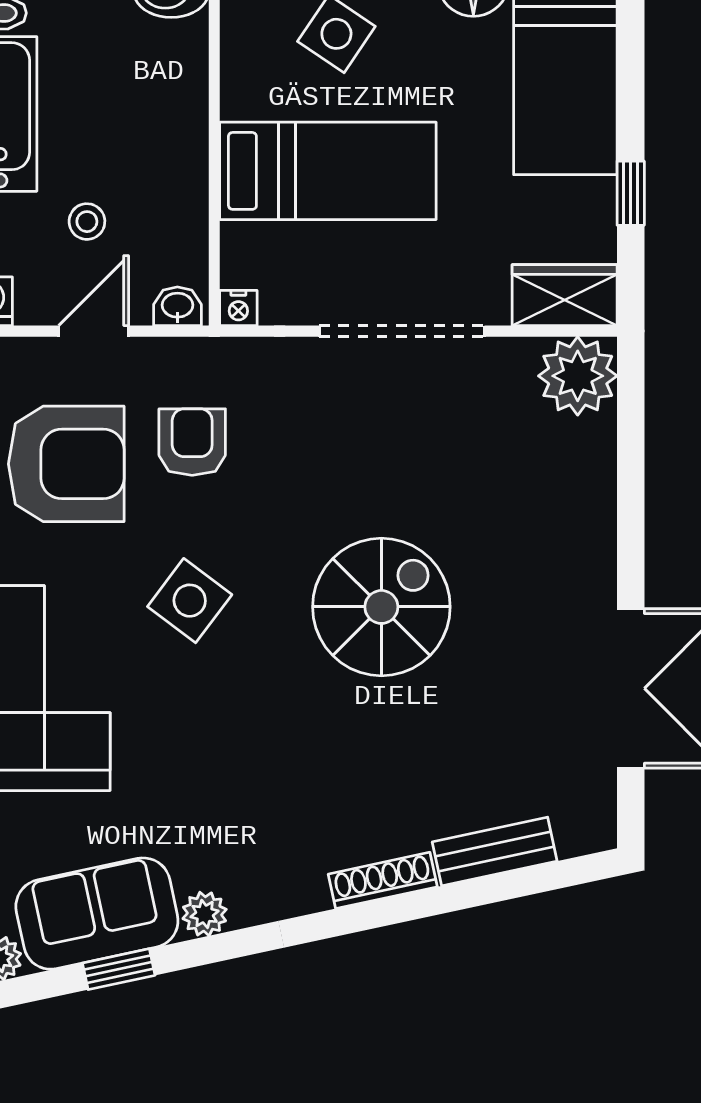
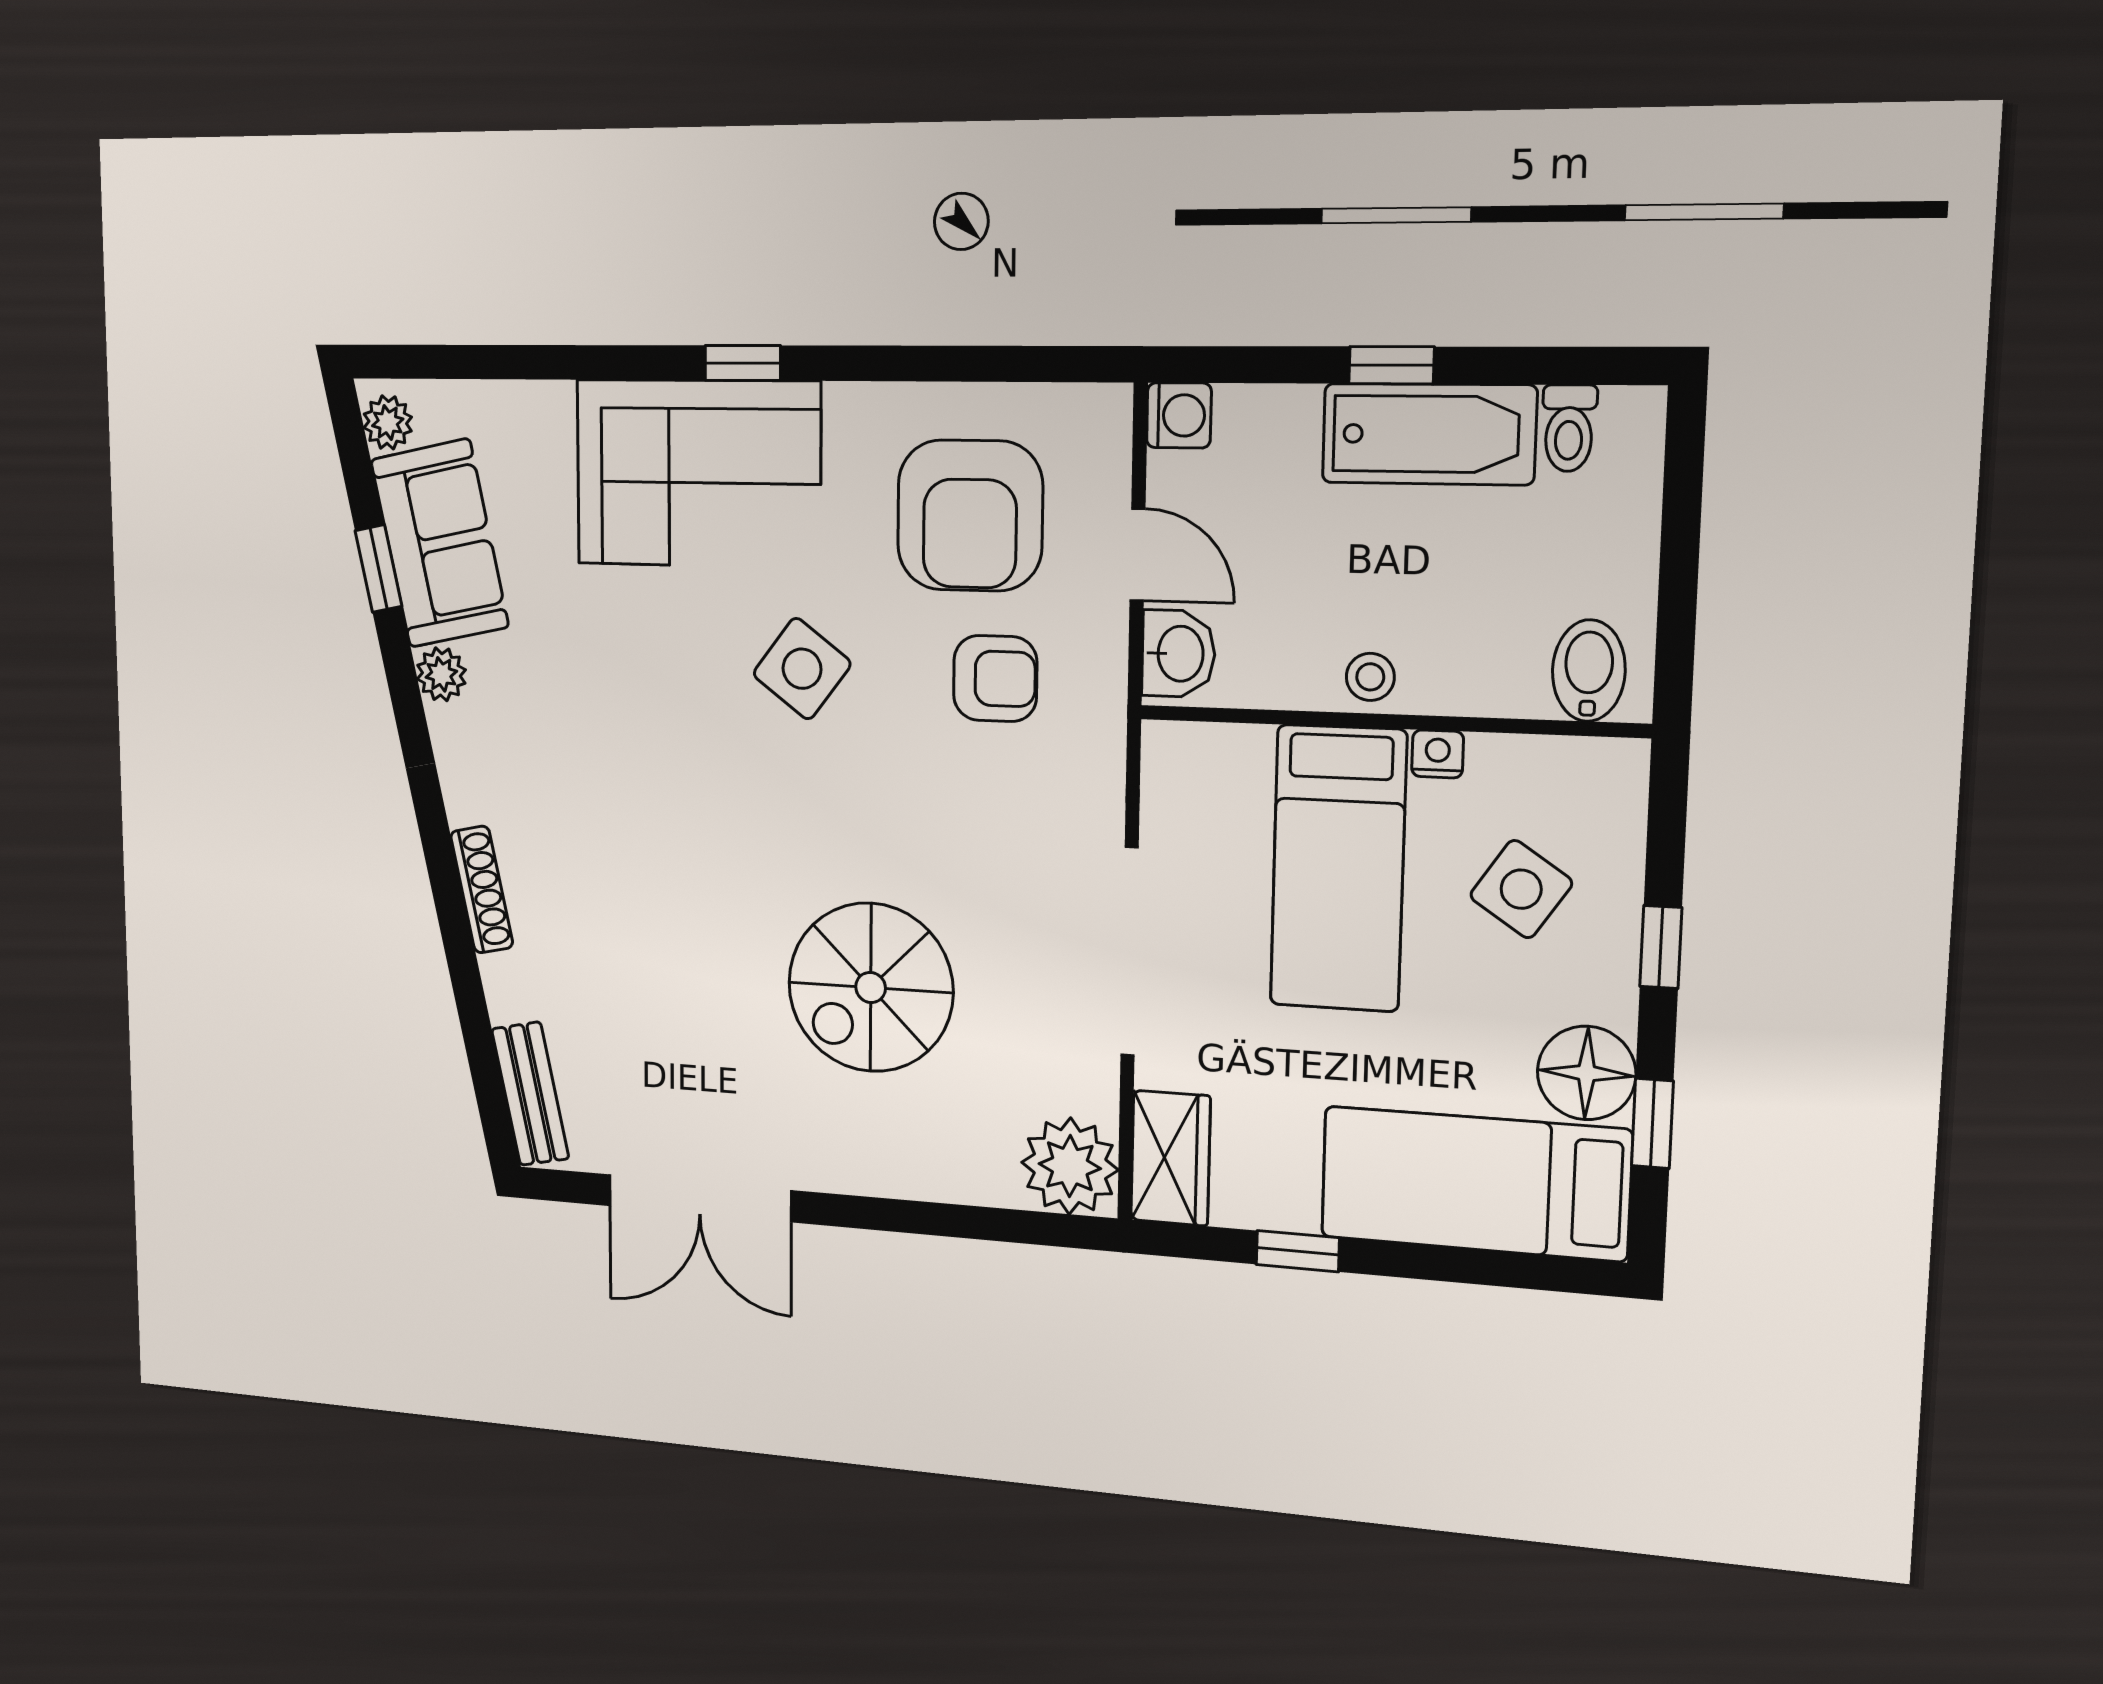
stool: (87, 222) -> (1370, 677), moved
washbasin: (177, 306) -> (1178, 654), width x1.38, depth x1.45
nightstand: (238, 308) -> (1438, 754), moved, turned 90
spiral stairs: (381, 607) -> (871, 987), moved, turned 90
bench: (495, 851) -> (530, 1094), moved

